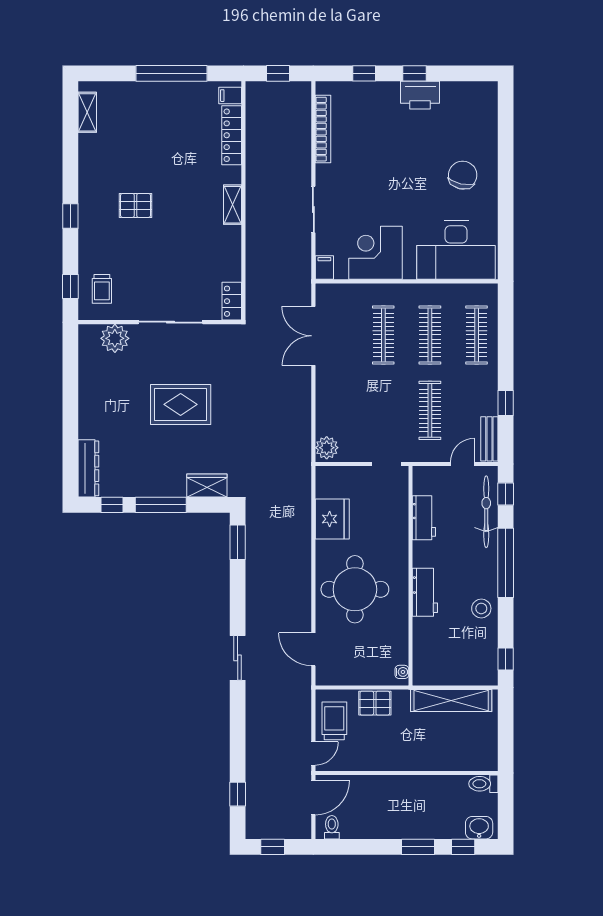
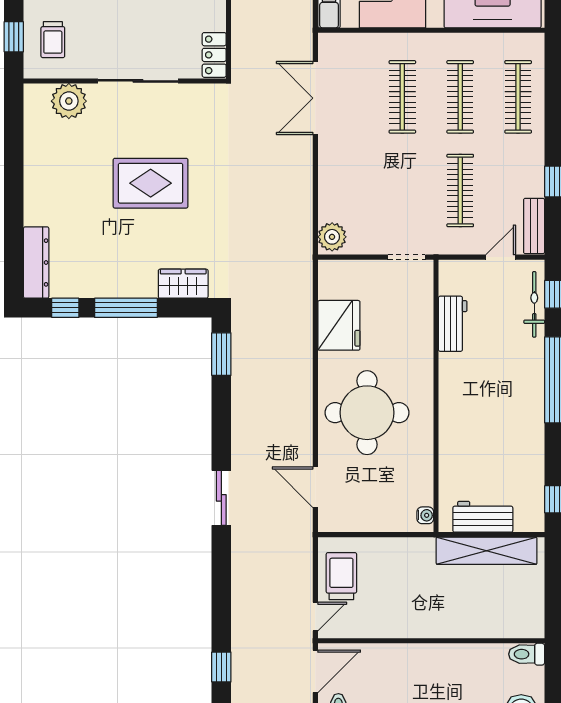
bicycle: (486, 512) -> (534, 304), width x0.73, depth x0.71
workbench: (425, 592) -> (483, 517), moved, turned -90
stool: (481, 608) -> (524, 437), removed
pallet: (375, 703) -> (392, 554), removed

